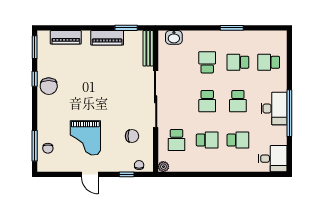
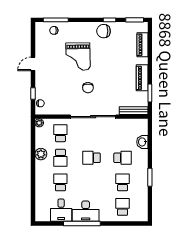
washbasin: (174, 37) -> (142, 142), moved
school desk: (238, 101) -> (91, 182), removed
chair: (132, 136) -> (88, 88), moved
grand piano: (85, 138) -> (78, 57), moved, turned -91
school desk: (176, 140) -> (60, 133), turned 90
school desk: (238, 140) -> (60, 182), turned 180
desk: (273, 159) -> (61, 210), moved
plant: (203, 164) -> (41, 154), added

